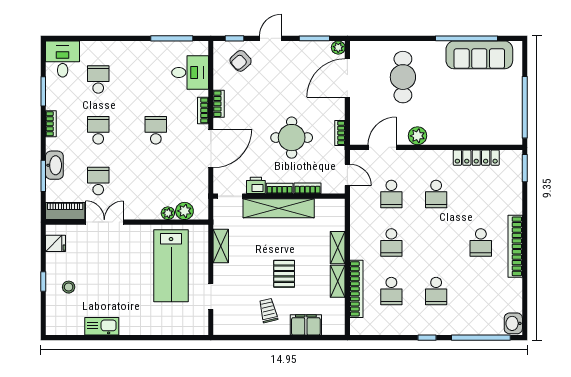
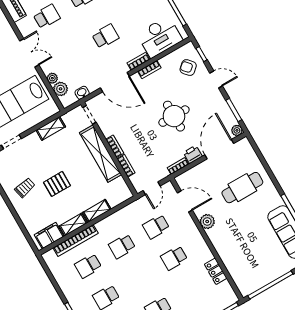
desk: (190, 72) -> (160, 37), width x1.37
door: (347, 78) -> (219, 149), hinge flipped
round table: (292, 138) -> (174, 116), moved
locker: (476, 158) -> (216, 271), width x0.66
printer: (256, 185) -> (193, 154), moved, turned -90
washbasin: (202, 190) -> (82, 93), added
double door: (104, 222) -> (29, 53), moved
filing cabinet: (306, 325) -> (49, 236), moved, turned -90

